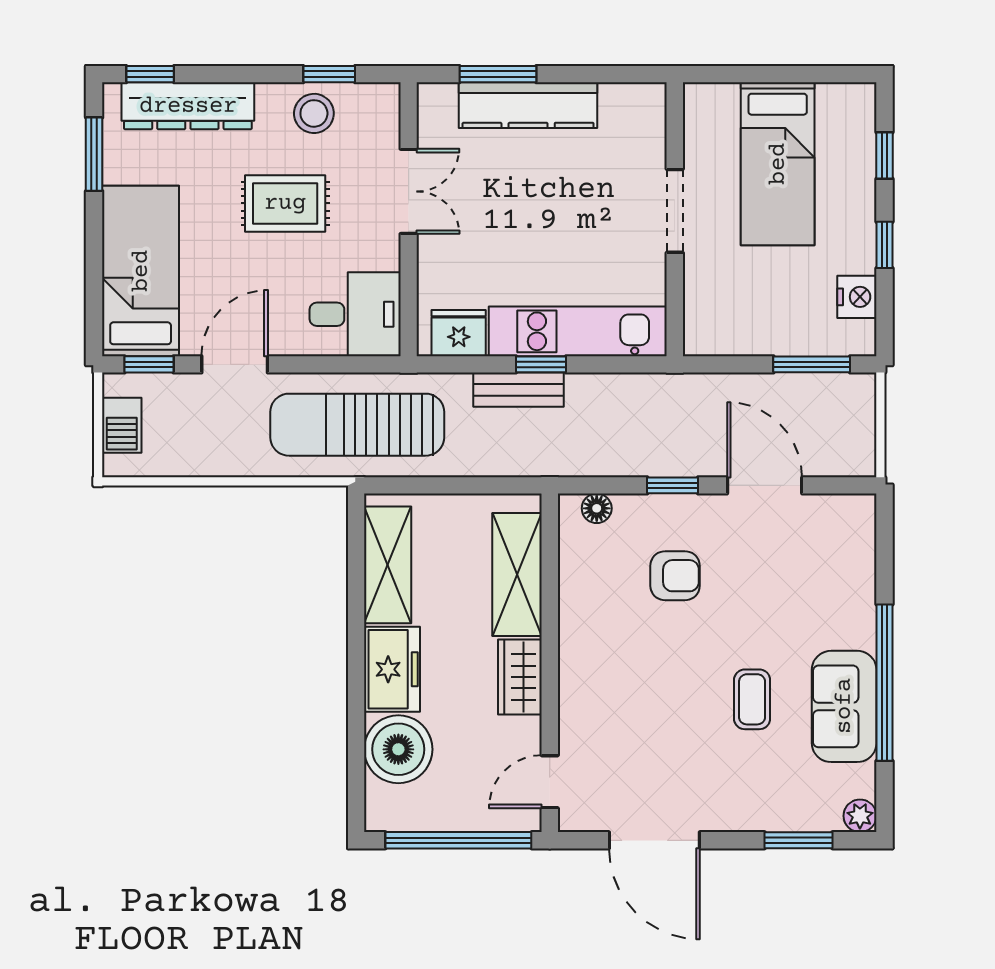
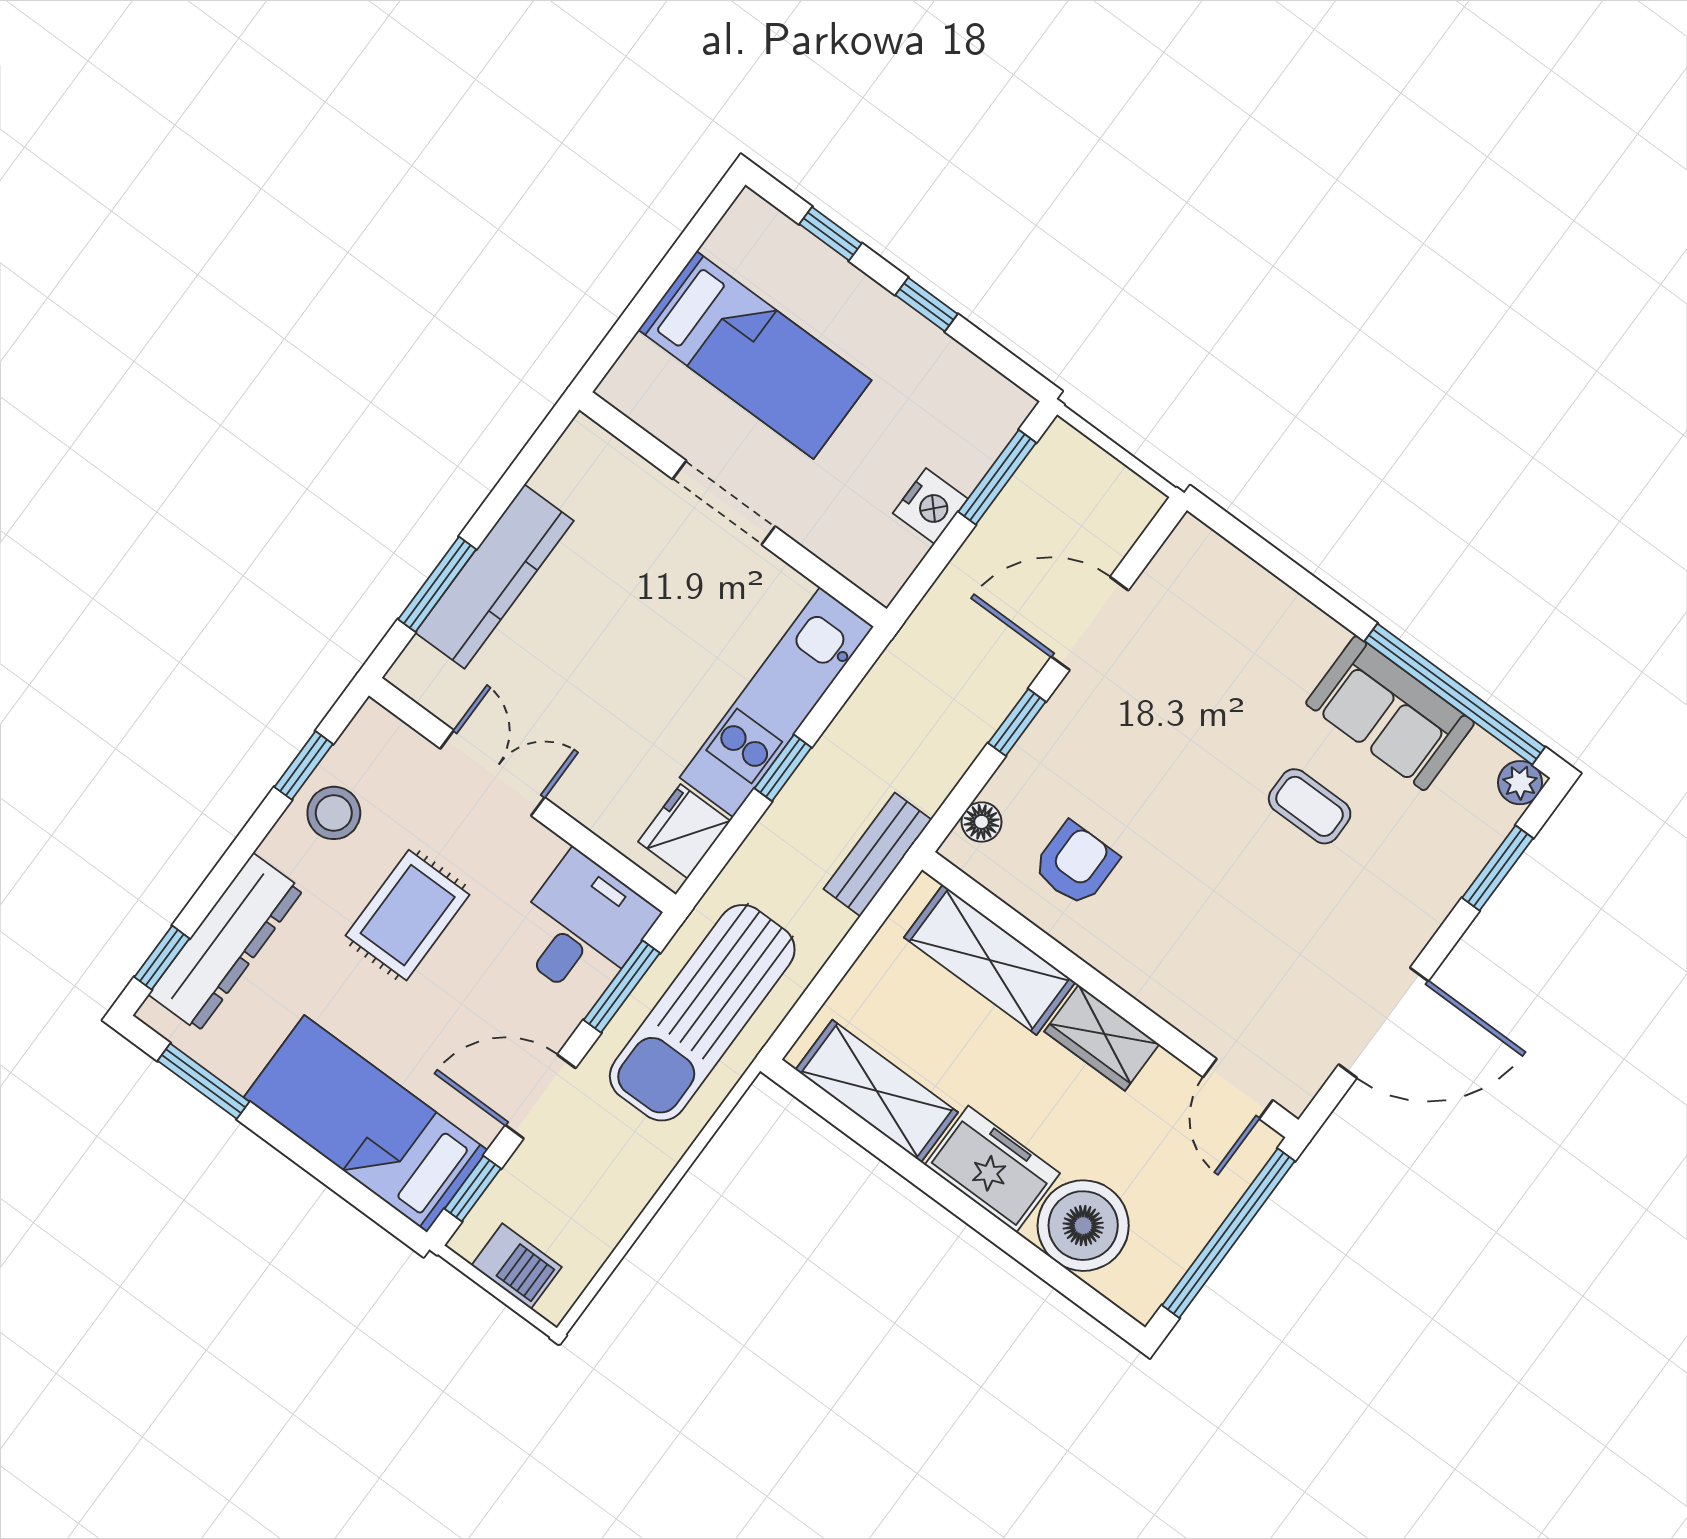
nightstand: (857, 297) -> (930, 506), moved, turned 90
door: (235, 364) -> (540, 1097), hinge flipped
window: (337, 364) -> (622, 987), added
bench: (518, 390) -> (878, 854), moved
armchair: (675, 576) -> (1076, 864), moved
window: (884, 683) -> (1455, 694), moved

